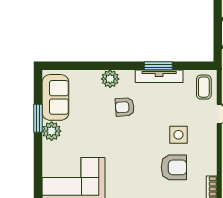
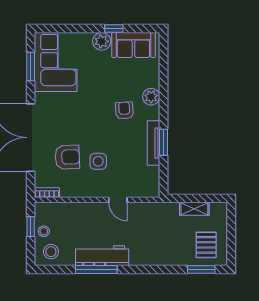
coffee table: (204, 87) -> (143, 185), removed
window: (38, 118) -> (114, 29), width x0.67
armchair: (174, 167) -> (67, 157), turned -92

